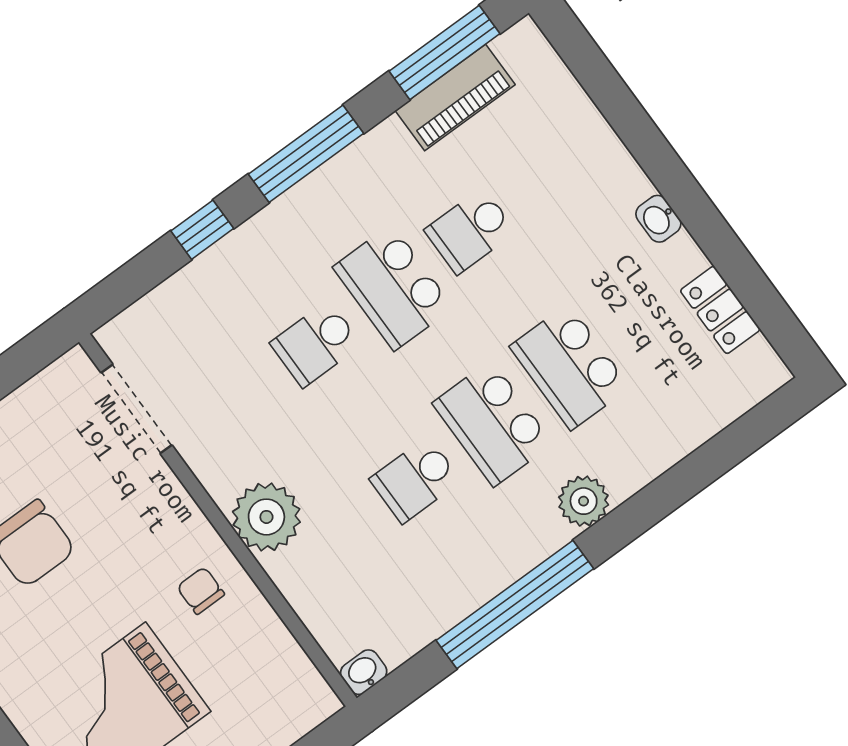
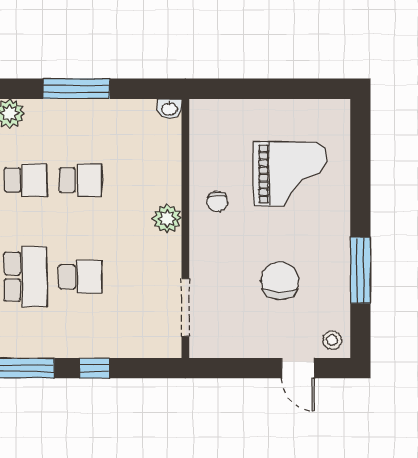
school desk: (492, 423) -> (26, 180), width x0.54
plant: (266, 517) -> (167, 219), width x0.73, depth x0.73
window: (515, 604) -> (77, 89), width x0.68

